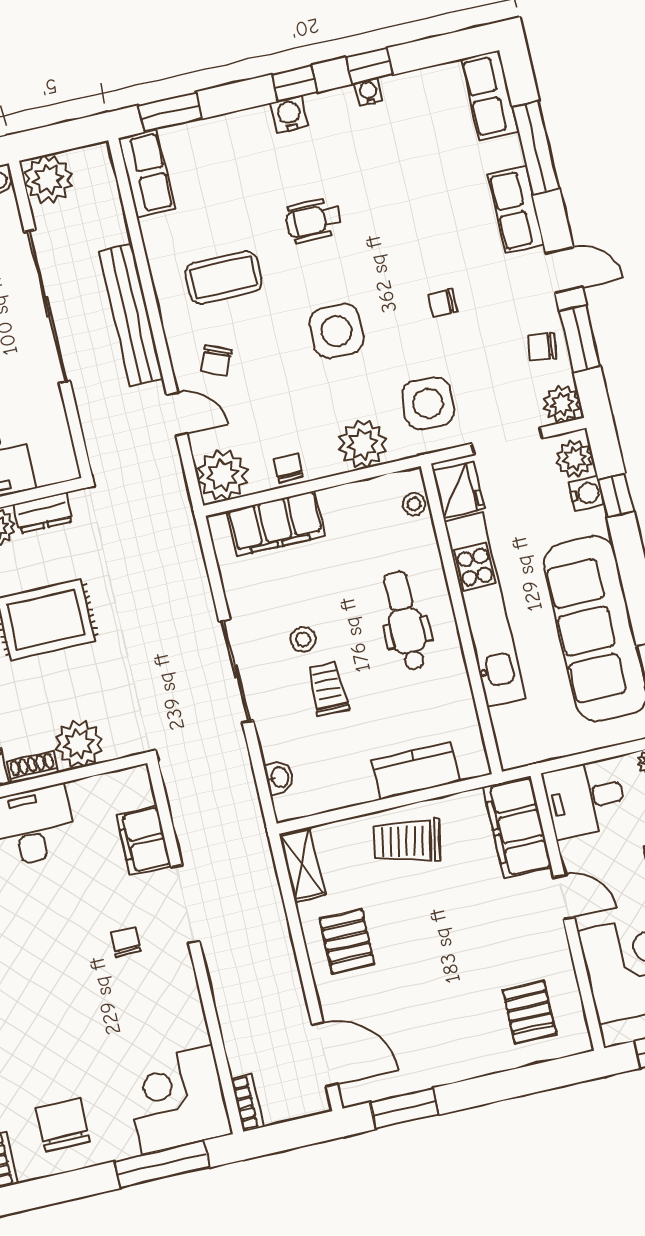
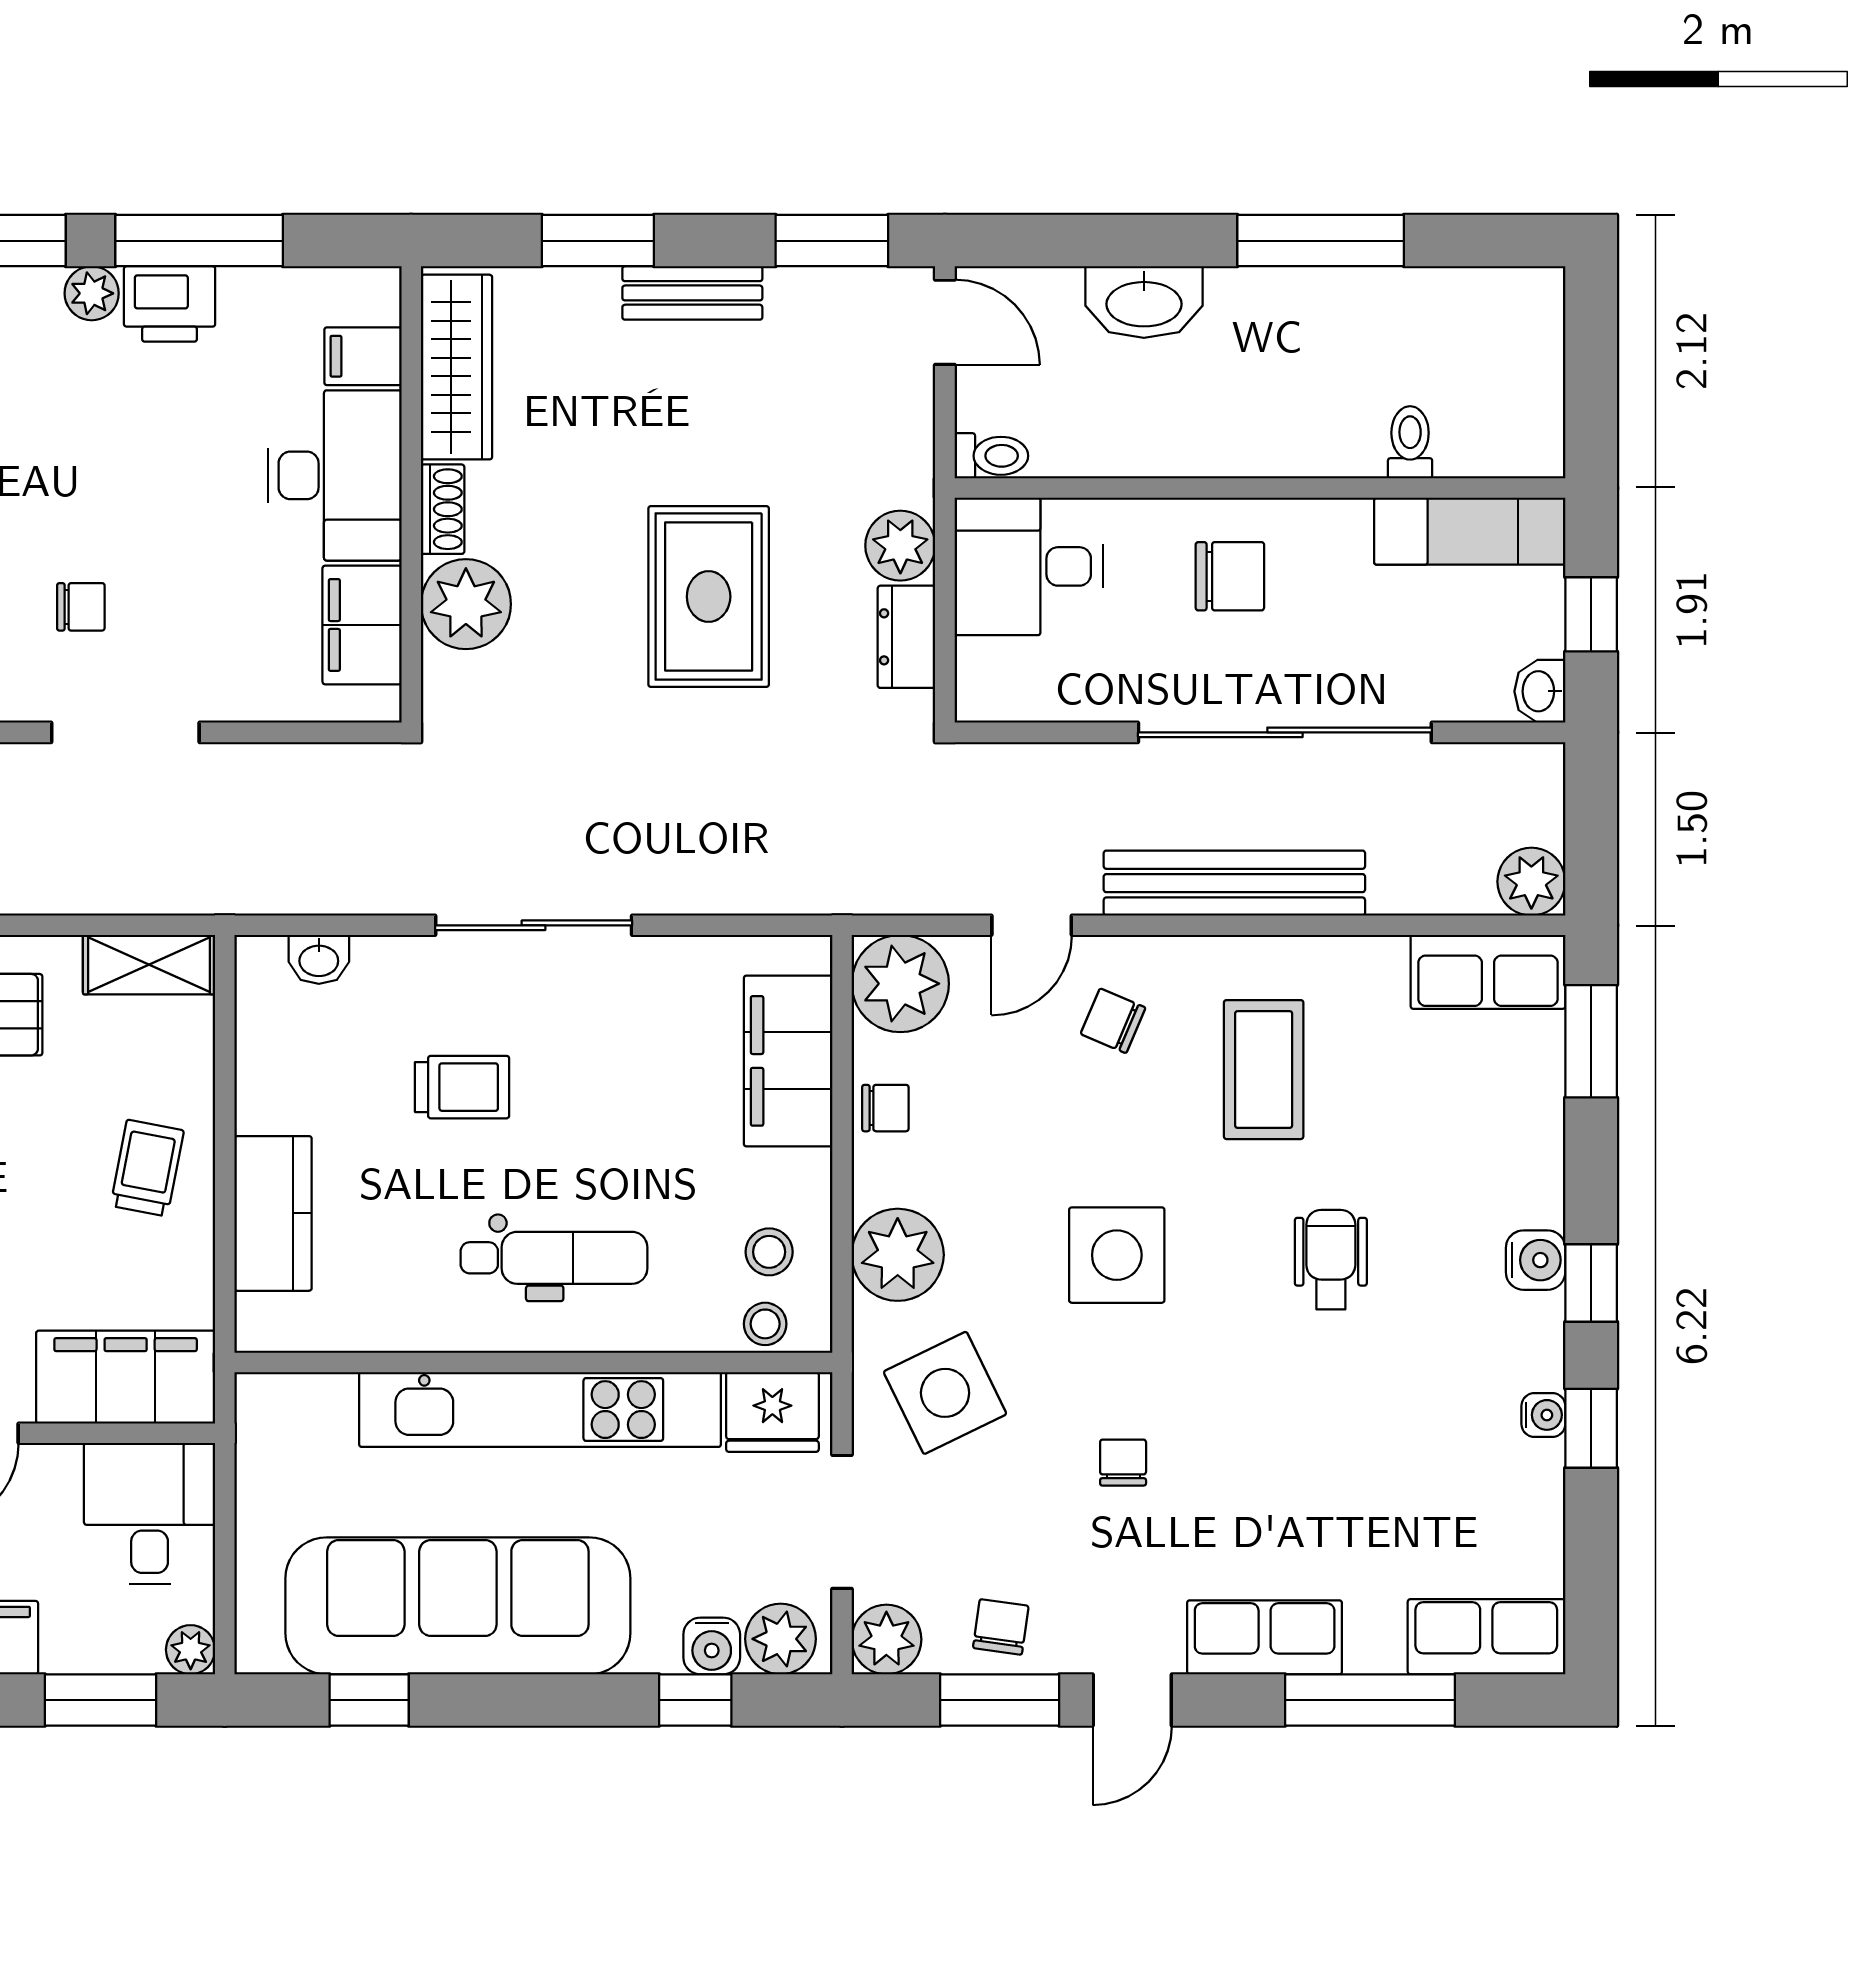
plant: (48, 179) -> (1531, 882), moved, width x0.73, depth x0.73
side table: (428, 403) -> (945, 1393), turned -30
stool: (303, 639) -> (769, 1252), moved
filing cabinet: (144, 840) -> (362, 625), moved, turned -90
trolley: (407, 841) -> (147, 1168), width x0.73, depth x0.72

